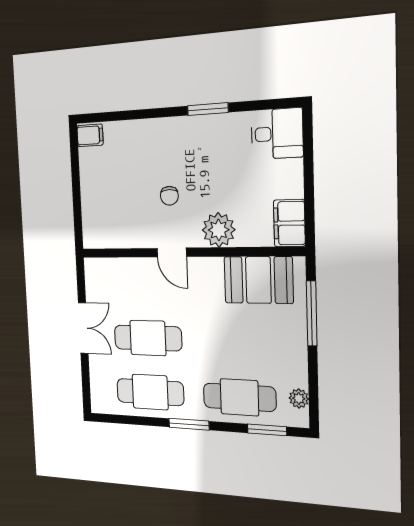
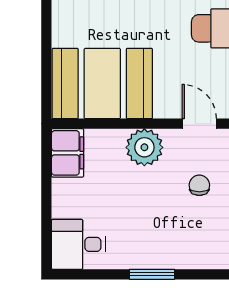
booth: (258, 280) -> (102, 84), width x1.36, depth x1.42
window: (312, 313) -> (46, 60), removed

